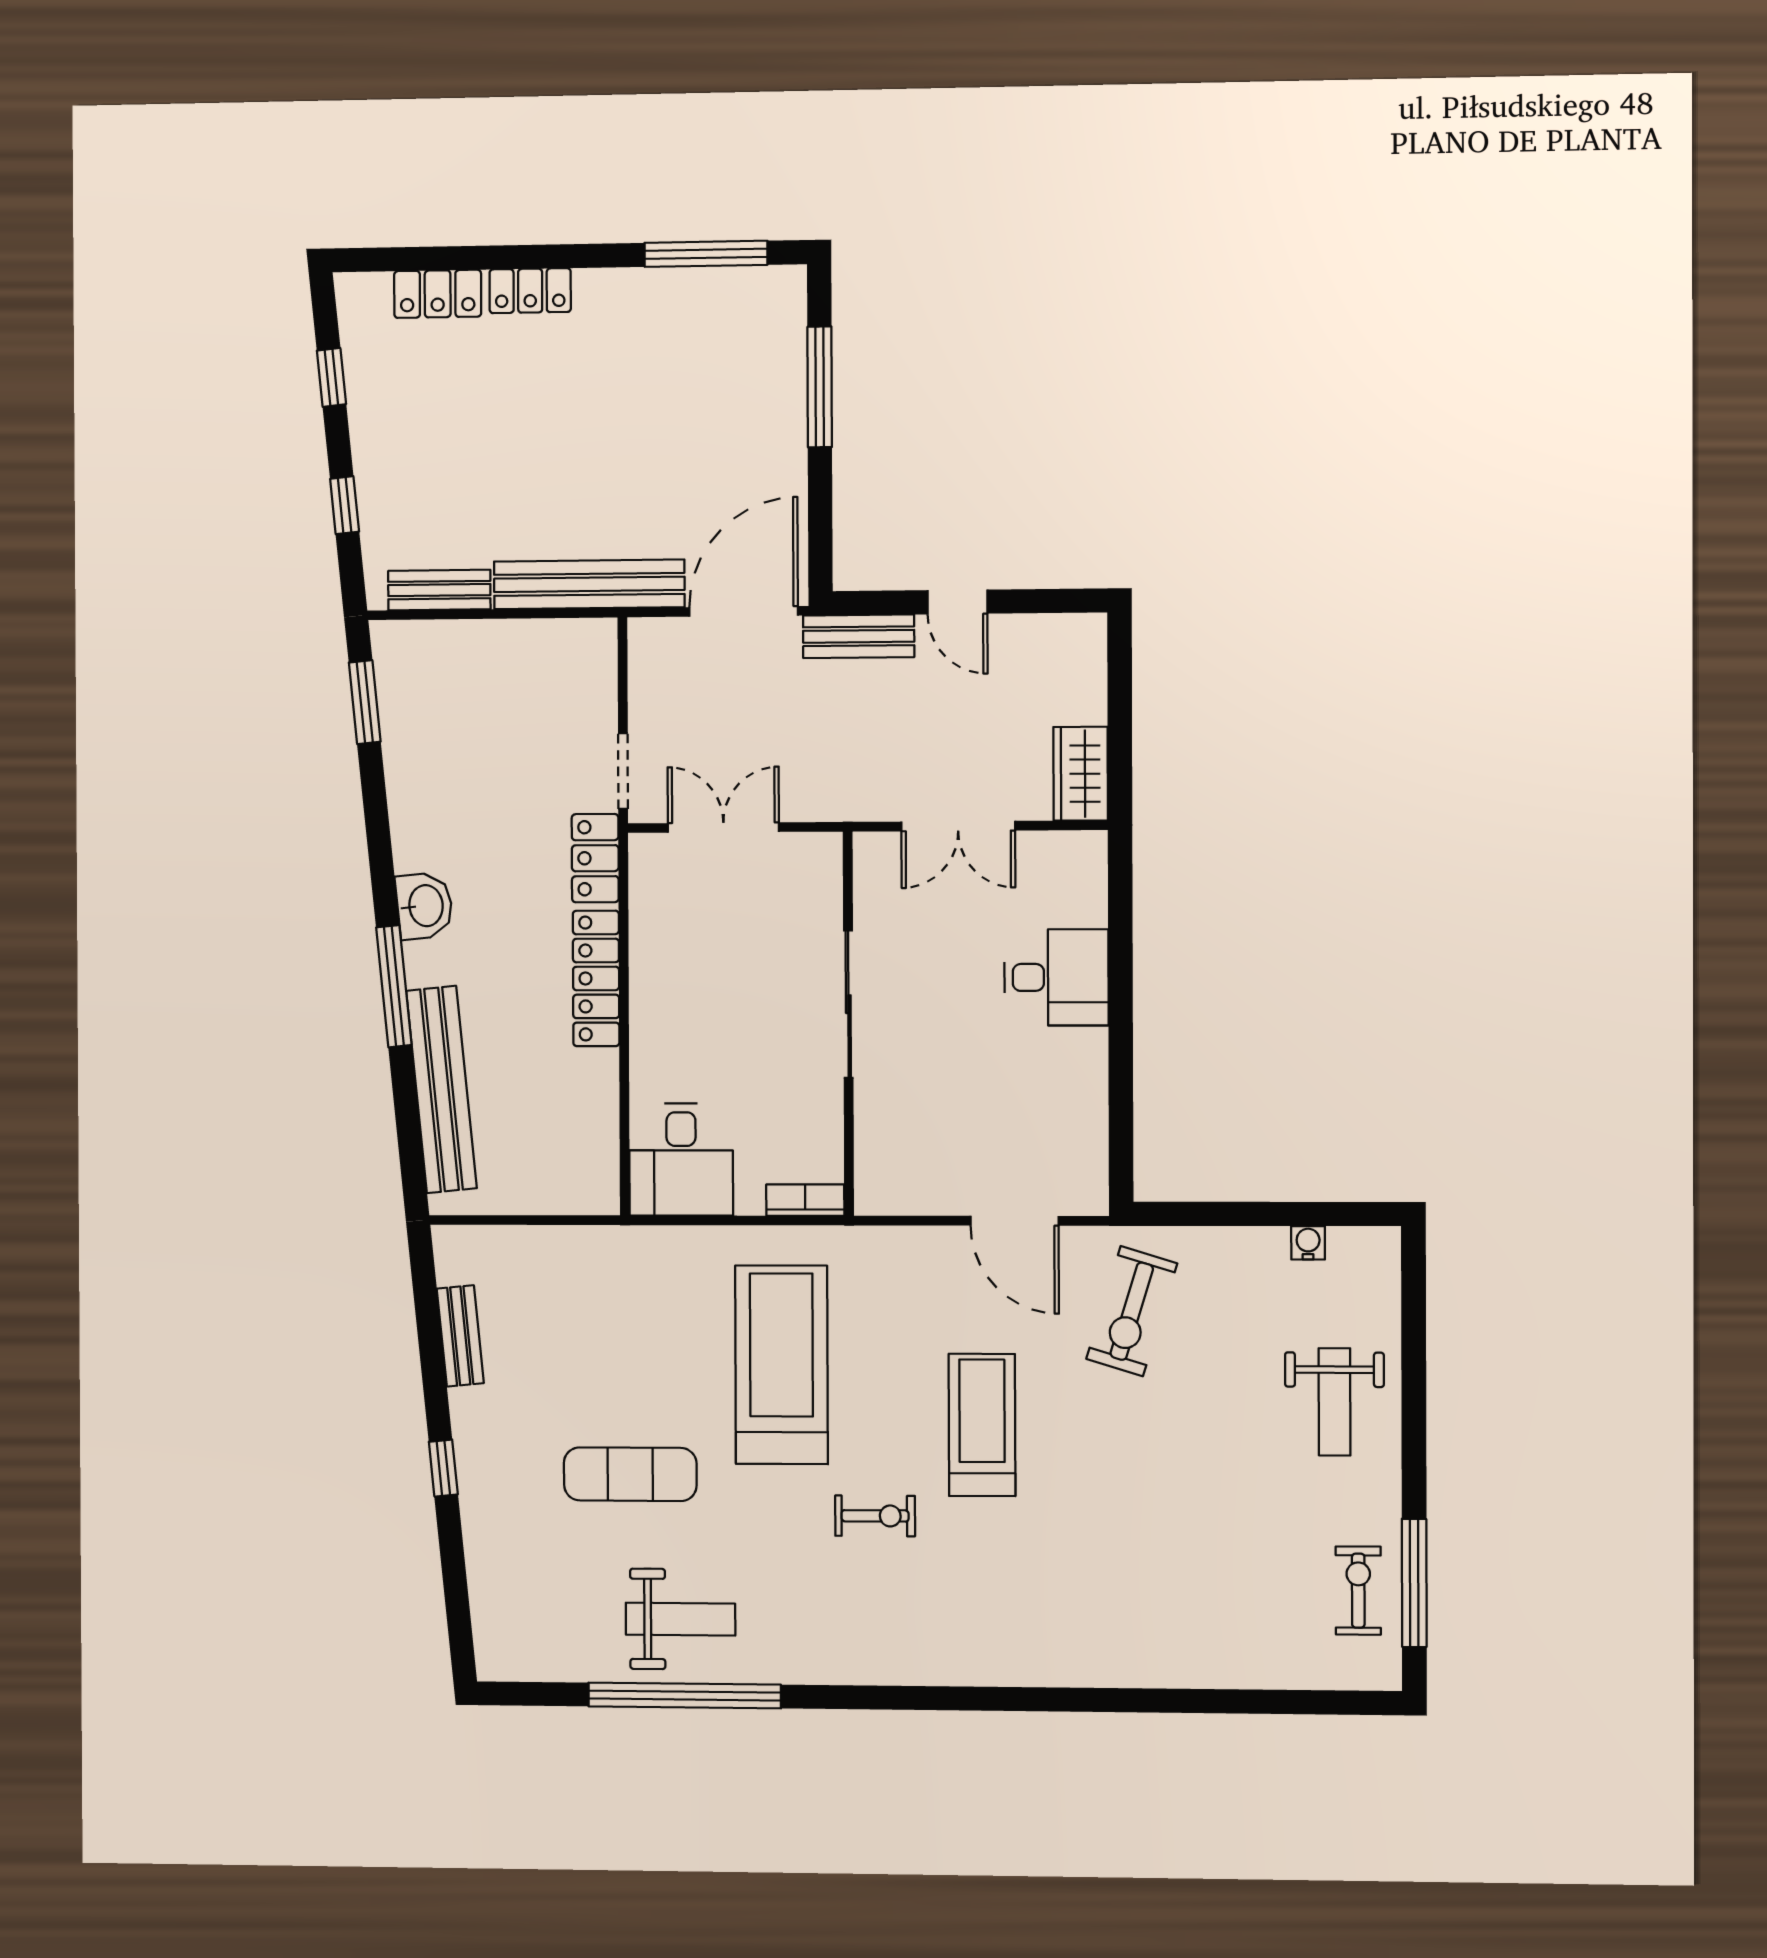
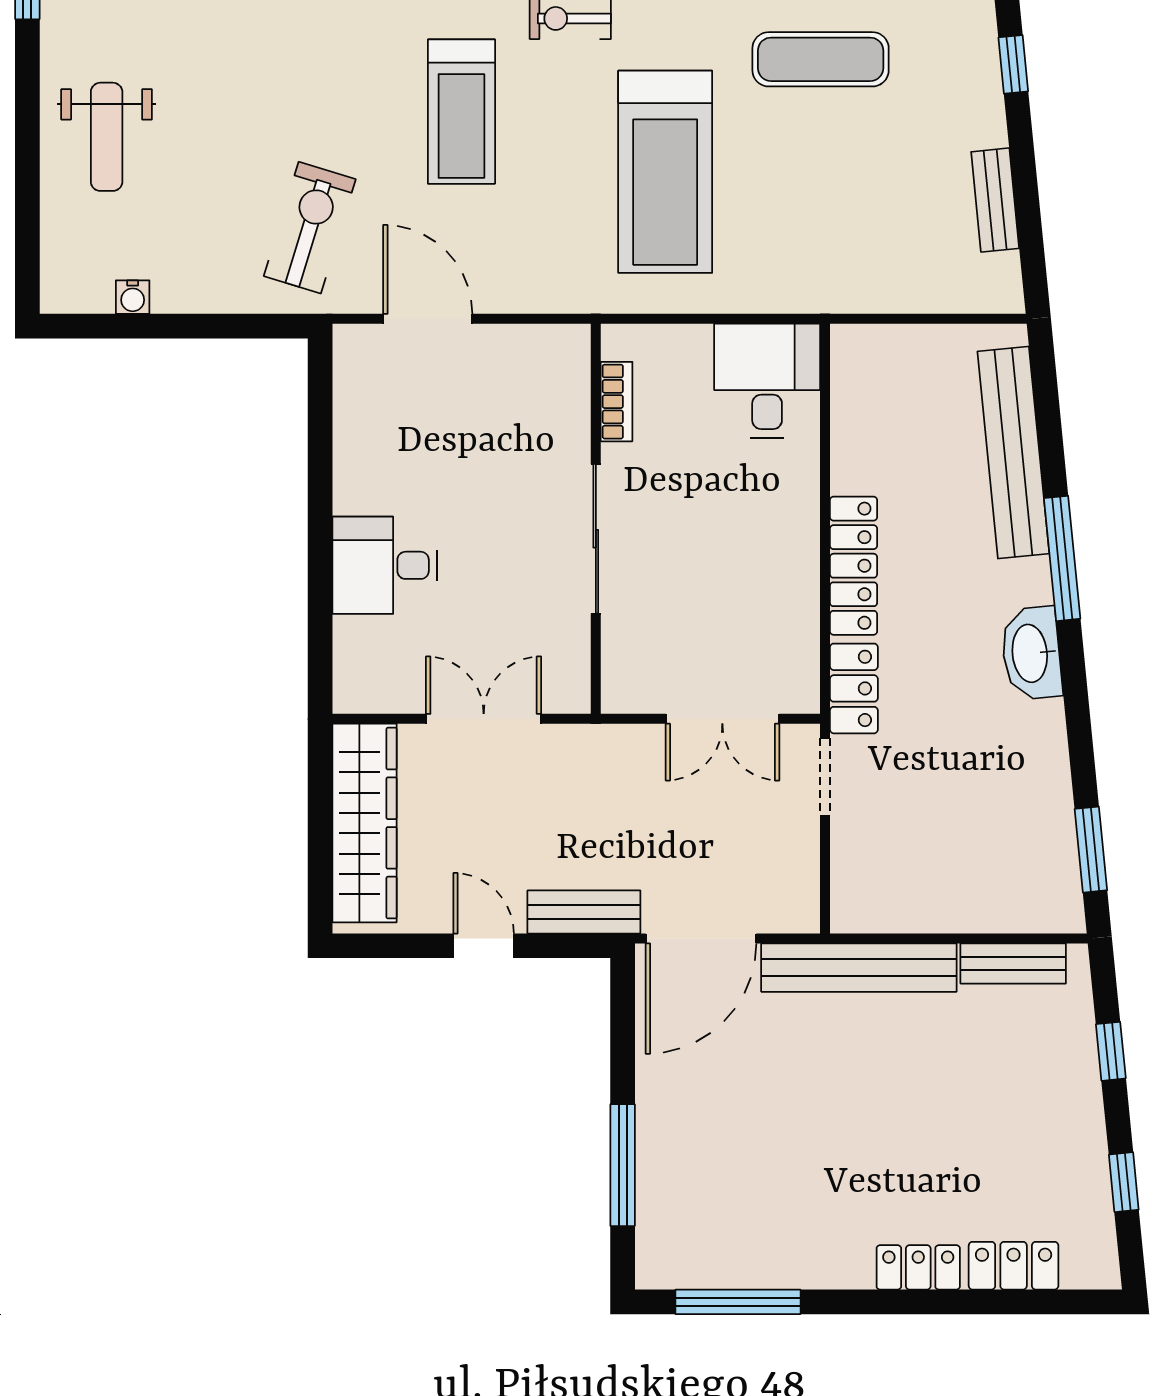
wardrobe: (1081, 774) -> (364, 823), width x2.10, depth x1.17
washbasin: (424, 906) -> (1031, 653), width x1.38
bookcase: (805, 1200) -> (617, 402), moved, turned -90
weight bench: (1334, 1402) -> (107, 137), turned 180

